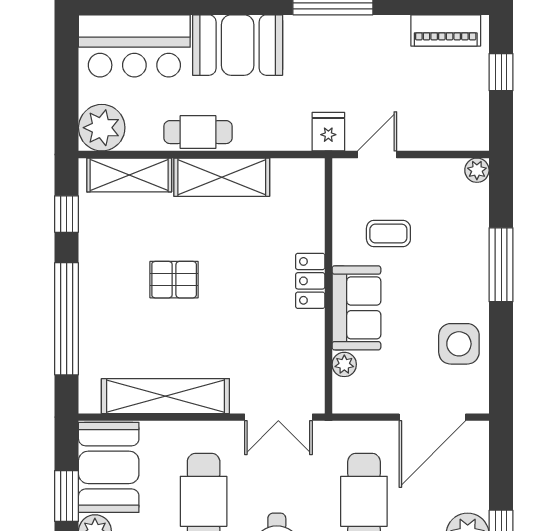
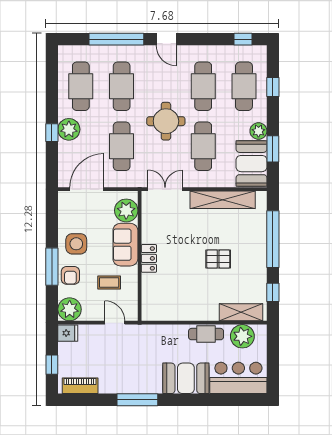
plant: (102, 128) -> (242, 336), moved
fridge: (328, 132) -> (68, 333), moved, turned -90
door: (377, 155) -> (115, 323), swing flipped
plant: (477, 170) -> (70, 309), width x1.87, depth x1.87
shelving: (222, 177) -> (194, 311), removed
armchair: (465, 247) -> (70, 275), added
side table: (459, 344) -> (76, 244), moved
plant: (344, 364) -> (126, 210), width x1.88, depth x1.88

